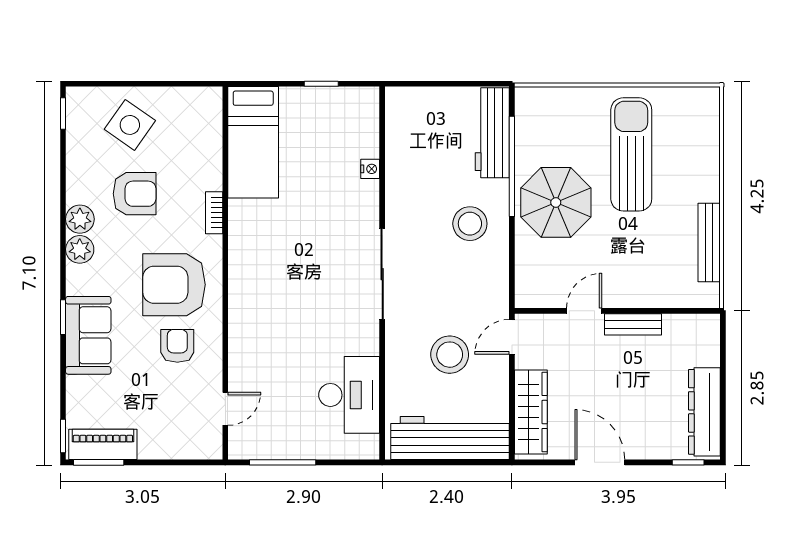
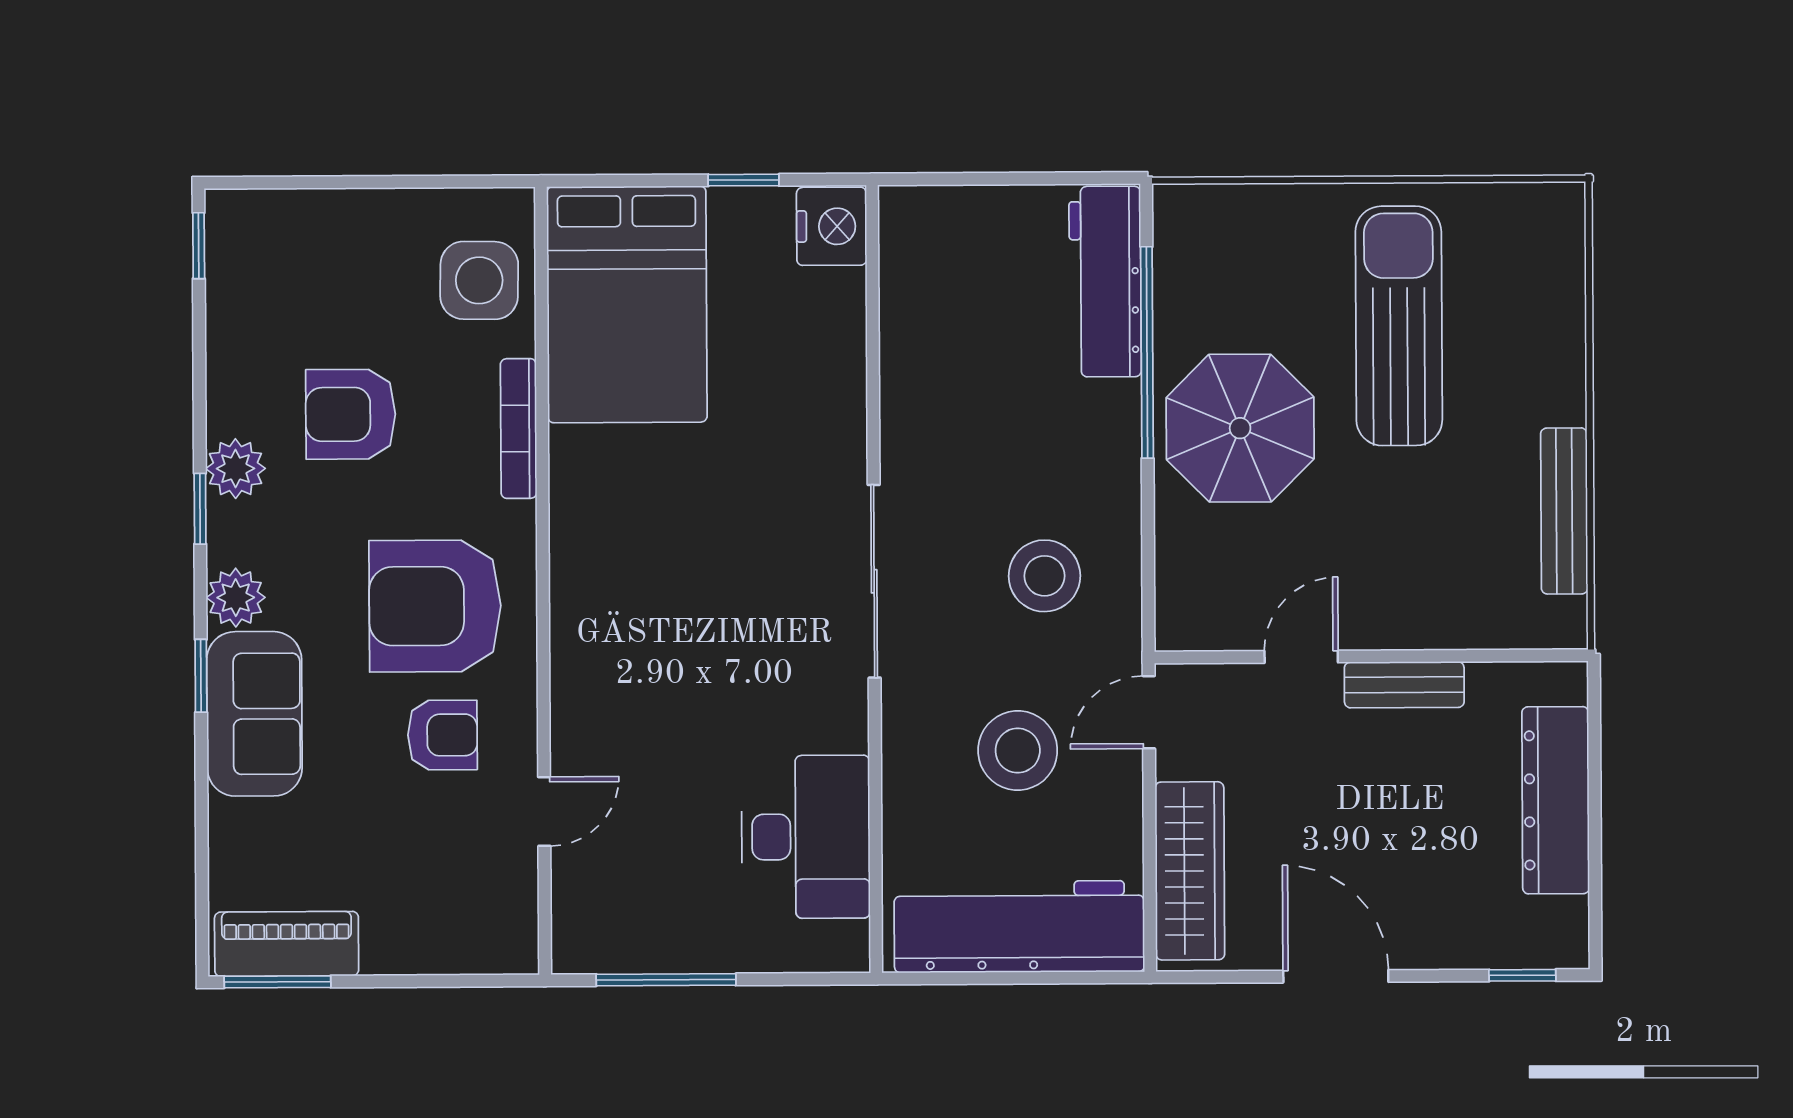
side table: (130, 125) -> (479, 280), moved, turned -34
bed: (253, 142) -> (627, 304), width x1.50
nightstand: (370, 169) -> (832, 226), moved, width x1.89, depth x1.79
armchair: (135, 194) -> (351, 414), turned 180
bookcase: (214, 213) -> (519, 428), width x1.56
stool: (470, 224) -> (1044, 576), moved
plant: (80, 249) -> (236, 598), moved
armchair: (177, 346) -> (442, 735), turned 90
door: (225, 409) -> (544, 811), moved
dresser: (704, 412) -> (1556, 800), moved
window: (63, 436) -> (200, 509), moved

